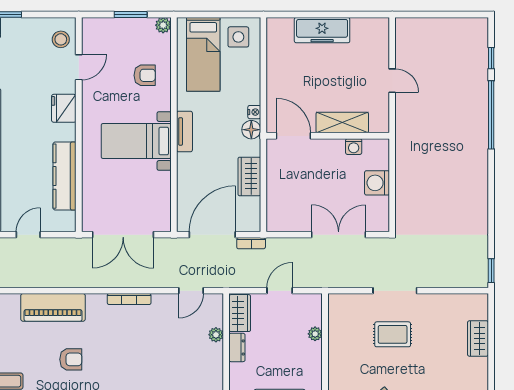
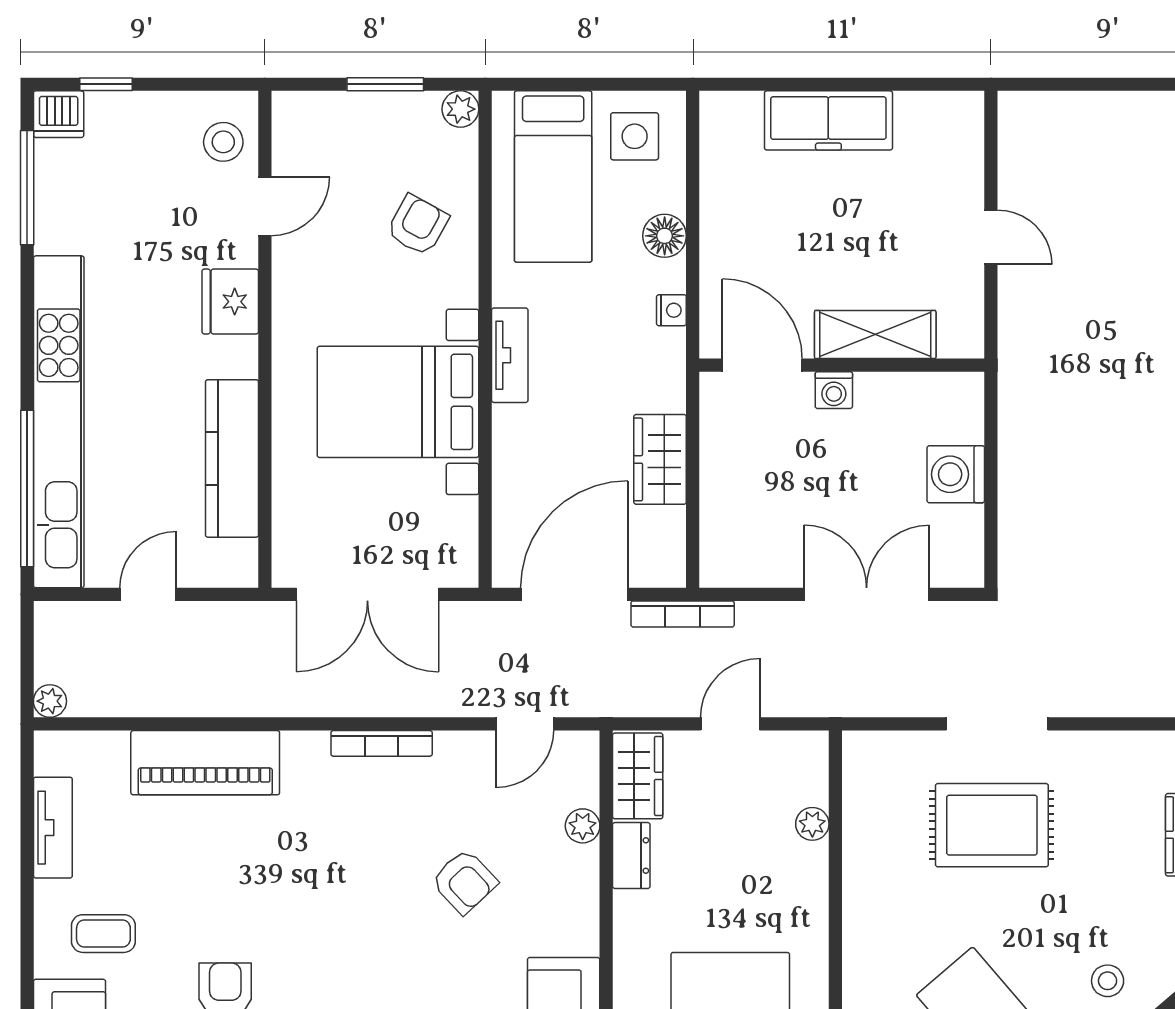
armchair: (145, 75) -> (418, 225), turned -61
floor lamp: (251, 130) -> (665, 236), moved
bed with nightstands: (136, 141) -> (398, 402), width x1.36
washing machine: (354, 147) -> (834, 390), moved
bookcase: (251, 243) -> (683, 614), width x1.56
rug: (393, 334) -> (992, 825), width x1.36, depth x1.43
armchair: (71, 359) -> (464, 881), moved, turned 47

